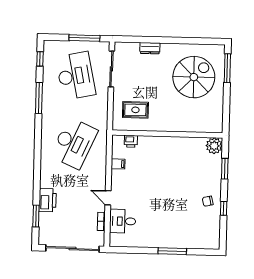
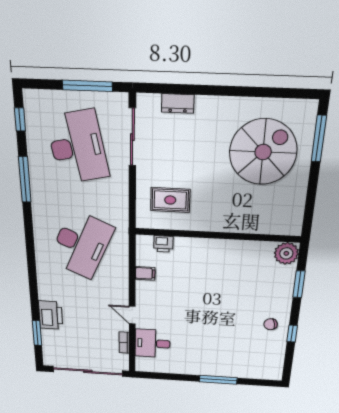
dresser: (150, 48) -> (178, 103), moved

